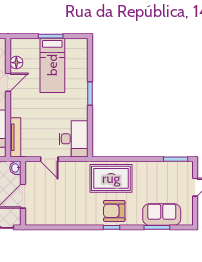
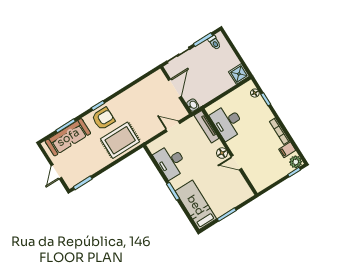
floor lamp: (16, 63) -> (222, 153), moved
bed: (52, 65) -> (196, 205), moved
door: (8, 82) -> (236, 163), hinge flipped
desk: (74, 139) -> (171, 162), moved
sofa: (162, 214) -> (68, 137), width x1.36

